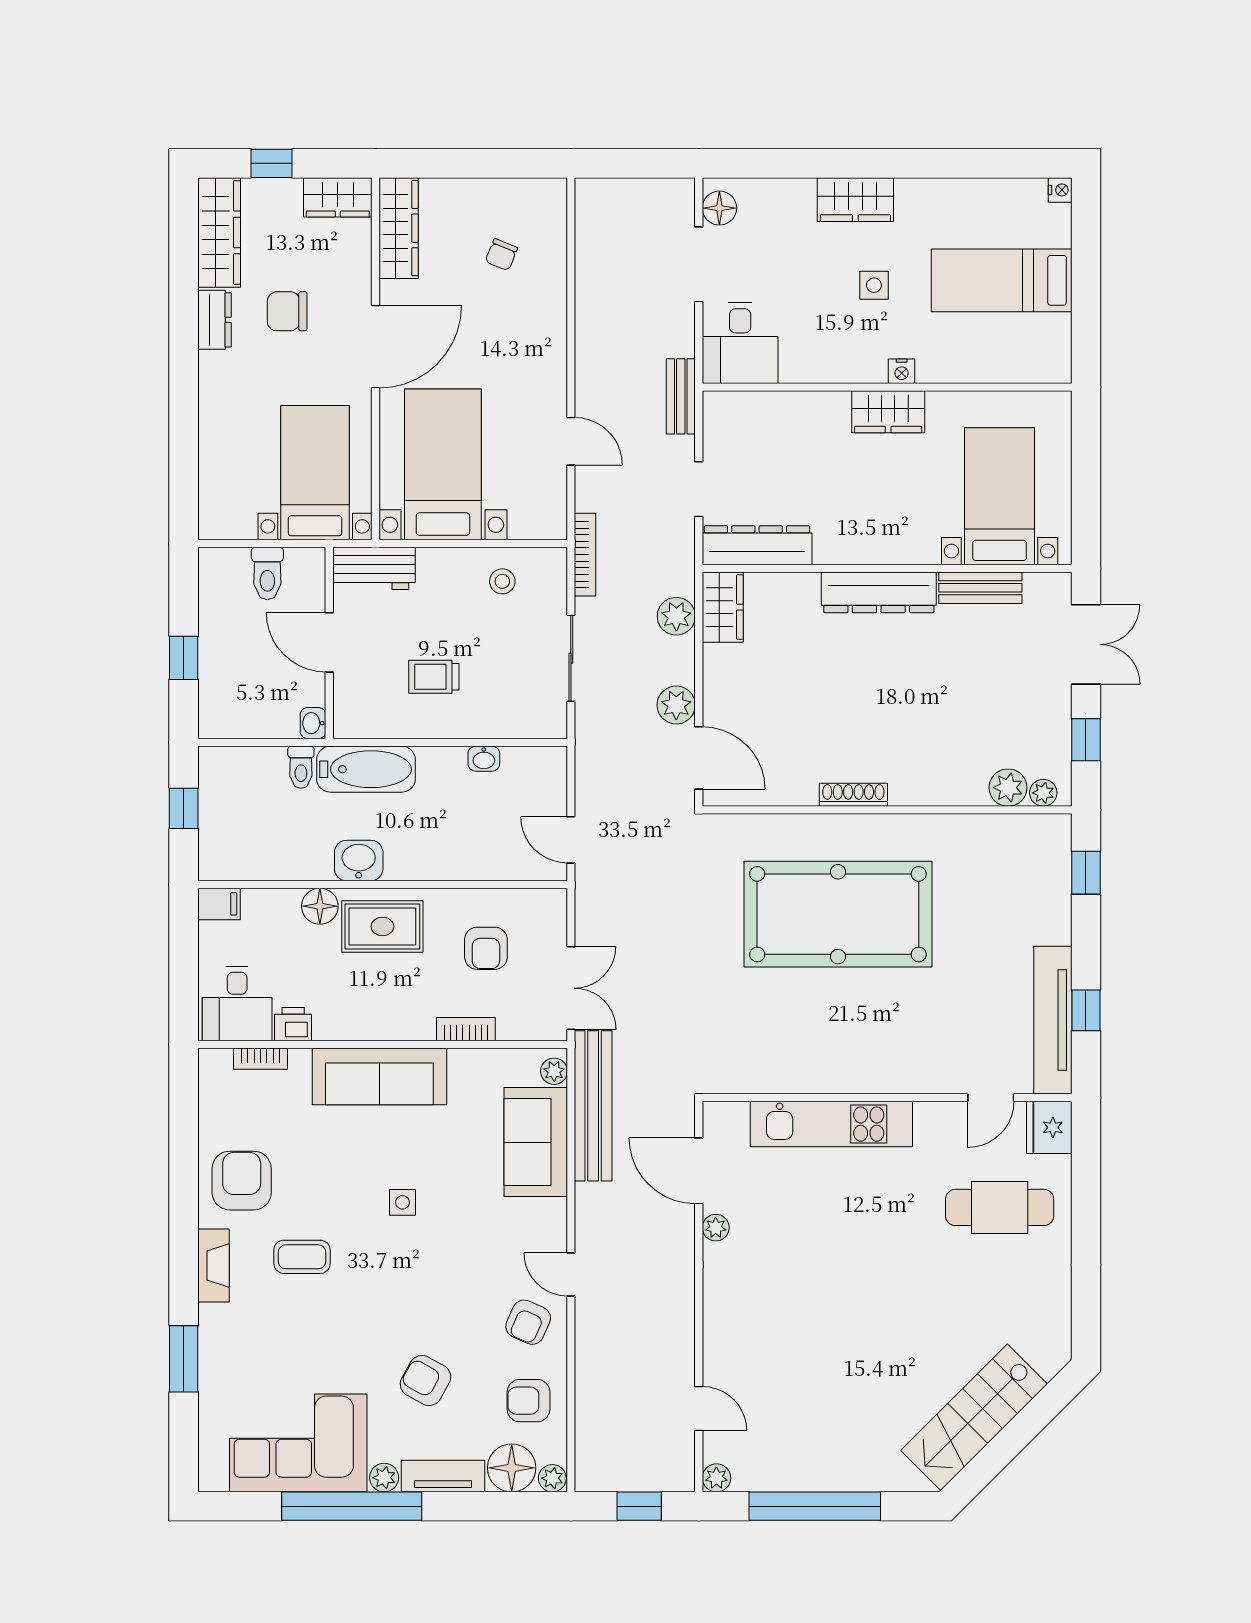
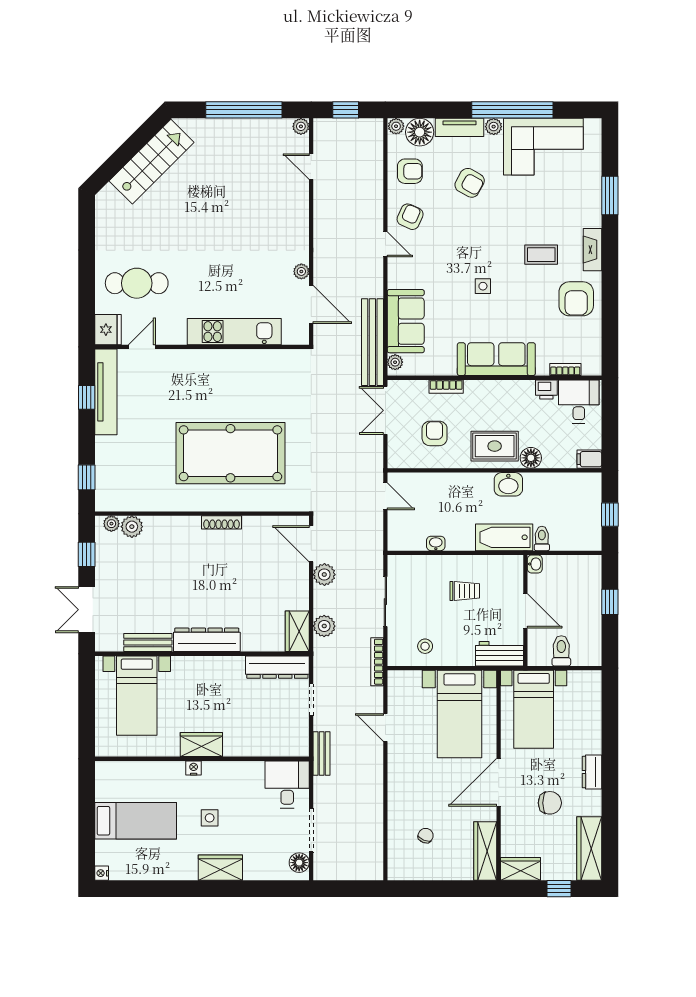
dresser: (215, 320) -> (592, 772), moved

